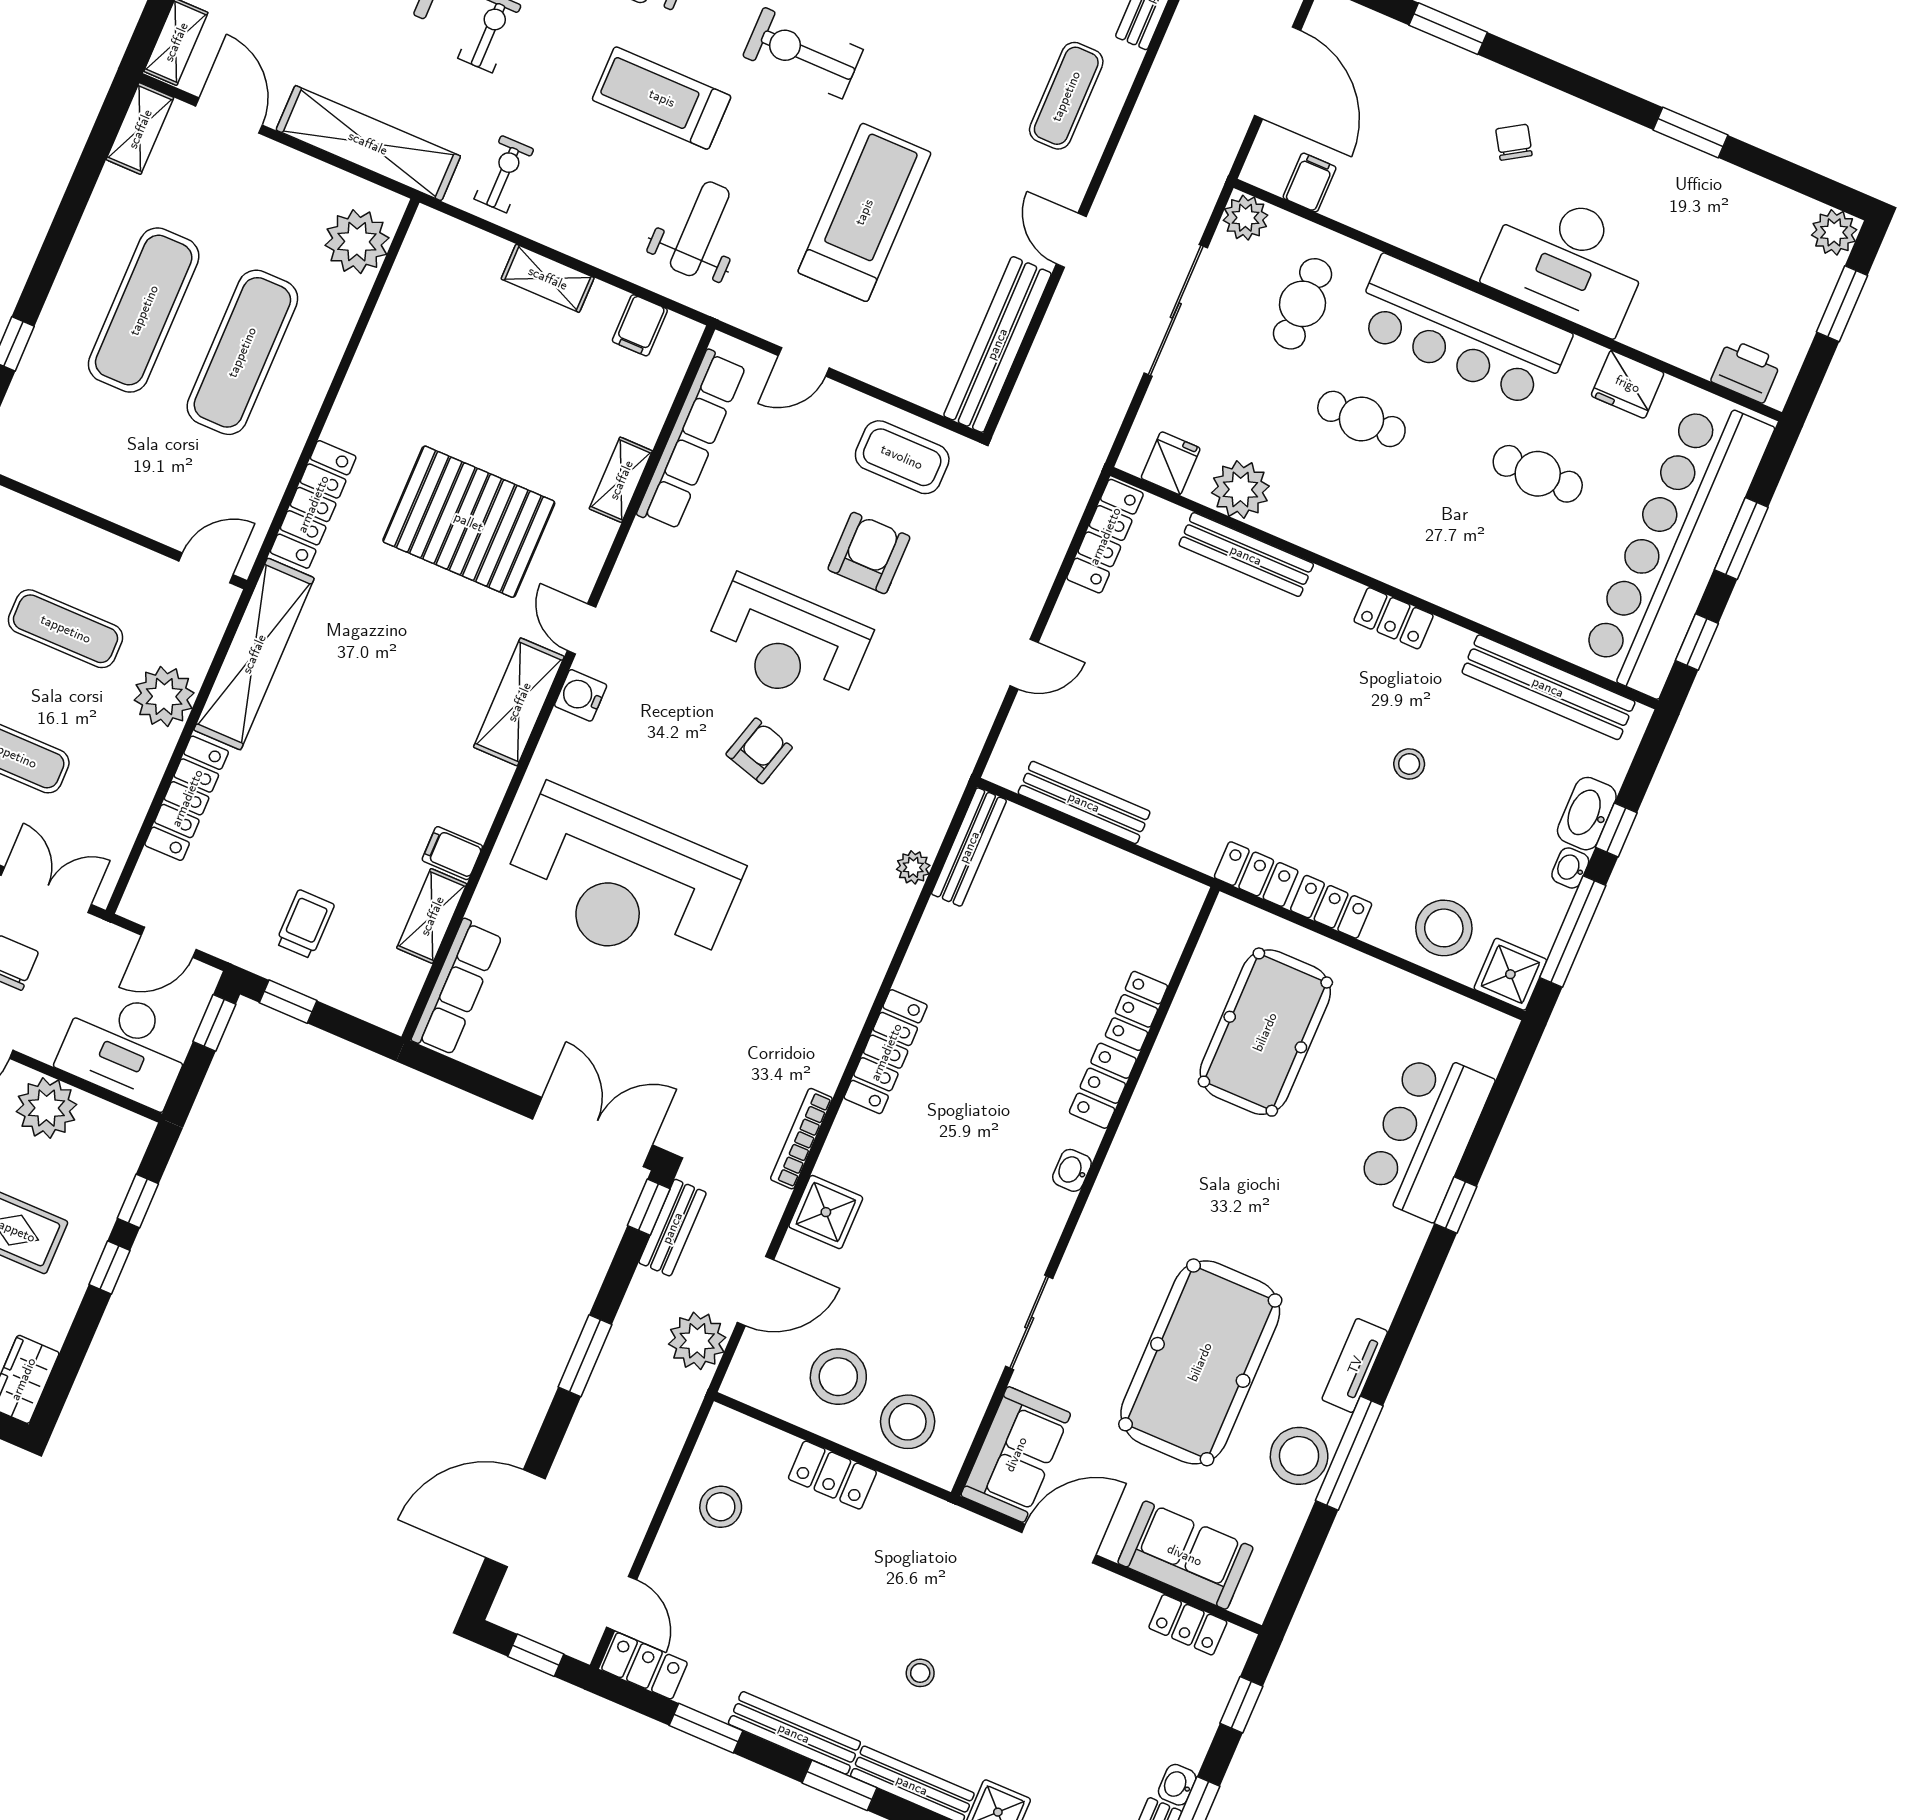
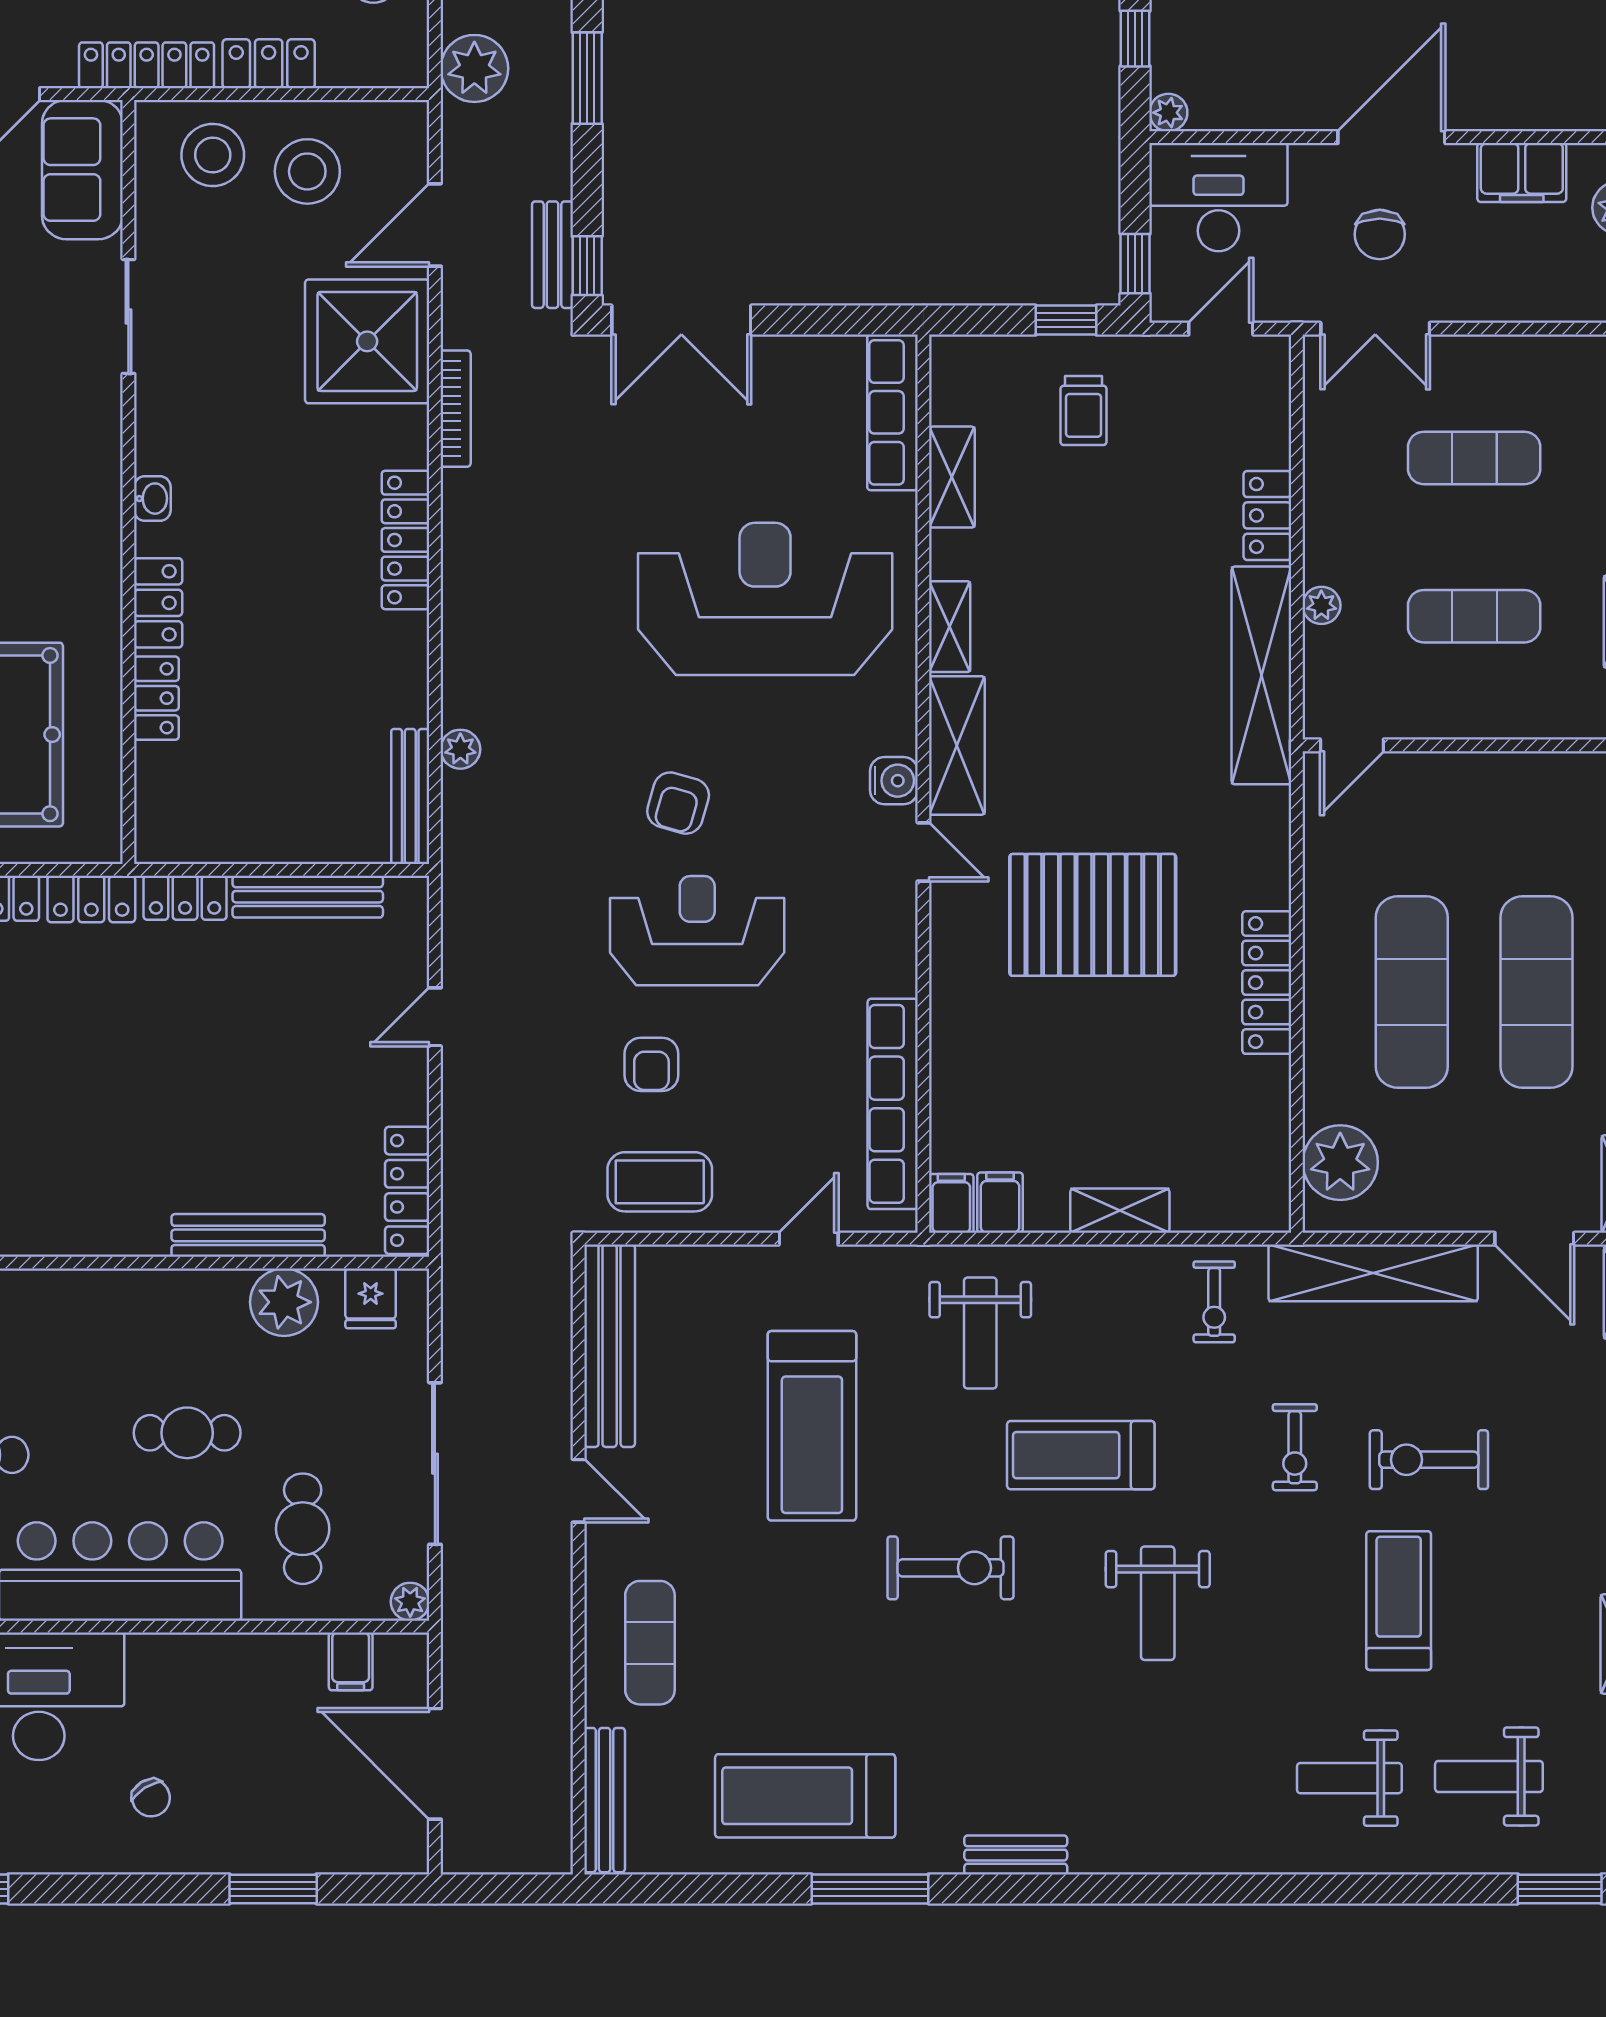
treadmill: (662, 98) -> (1081, 1455), turned 180
plant: (1245, 218) -> (410, 1602), width x0.73, depth x0.73
shelving: (621, 480) -> (950, 627), moved
locker: (313, 504) -> (1267, 983), moved
armchair: (869, 553) -> (651, 1064), width x0.72, depth x0.72
locker: (1394, 618) -> (185, 898), moved, turned 180
plant: (164, 696) -> (1321, 605), width x0.53, depth x0.53
locker: (187, 798) -> (1267, 515), width x0.66
filing cabinet: (452, 853) -> (951, 1203), moved, turned -90
plant: (47, 1108) -> (1168, 113), moved, width x0.53, depth x0.53
shower: (826, 1212) -> (367, 341), width x1.86, depth x1.86
plant: (697, 1341) -> (474, 68), moved
locker: (930, 1515) -> (147, 65), added

